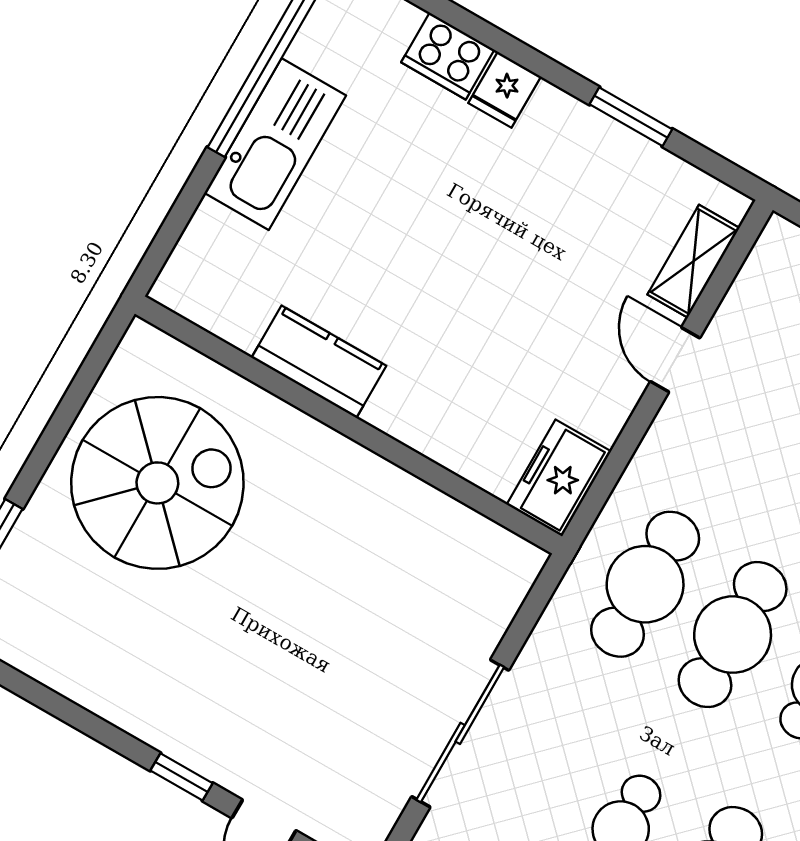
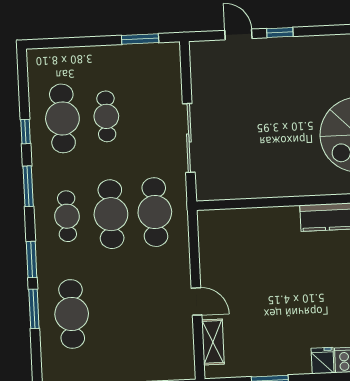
freezer: (559, 478) -> (211, 231), removed
sliding door: (460, 733) -> (189, 138), moved

